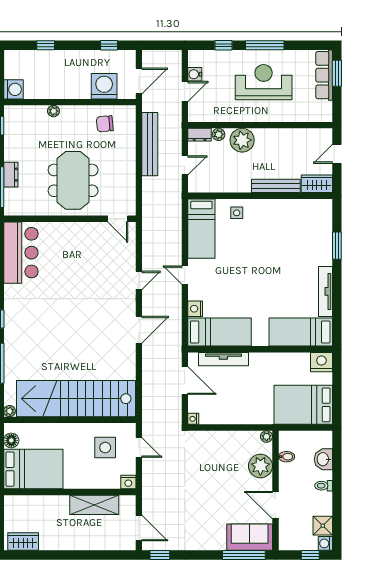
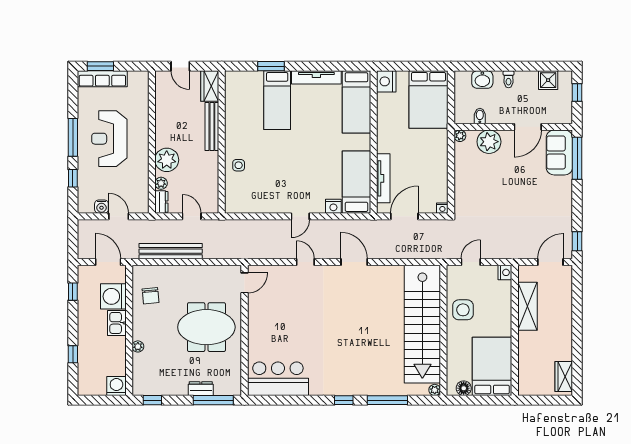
kitchen sink: (77, 90) -> (117, 323), added
bed: (201, 229) -> (277, 100), moved, turned 90
side table: (105, 448) -> (463, 310), moved
washing machine: (325, 543) -> (566, 78), removed

